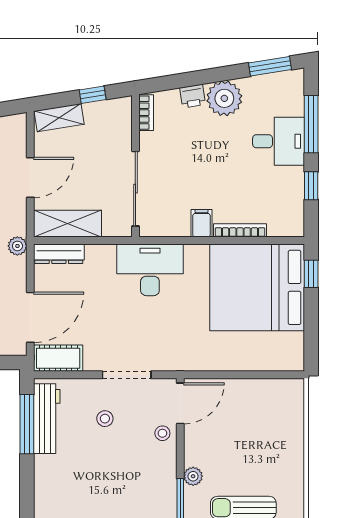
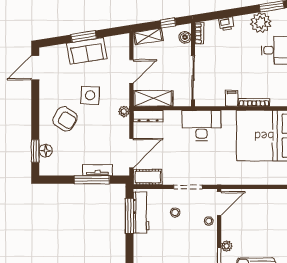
plant: (224, 98) -> (261, 23), moved
boiler: (122, 119) -> (185, 37), added

